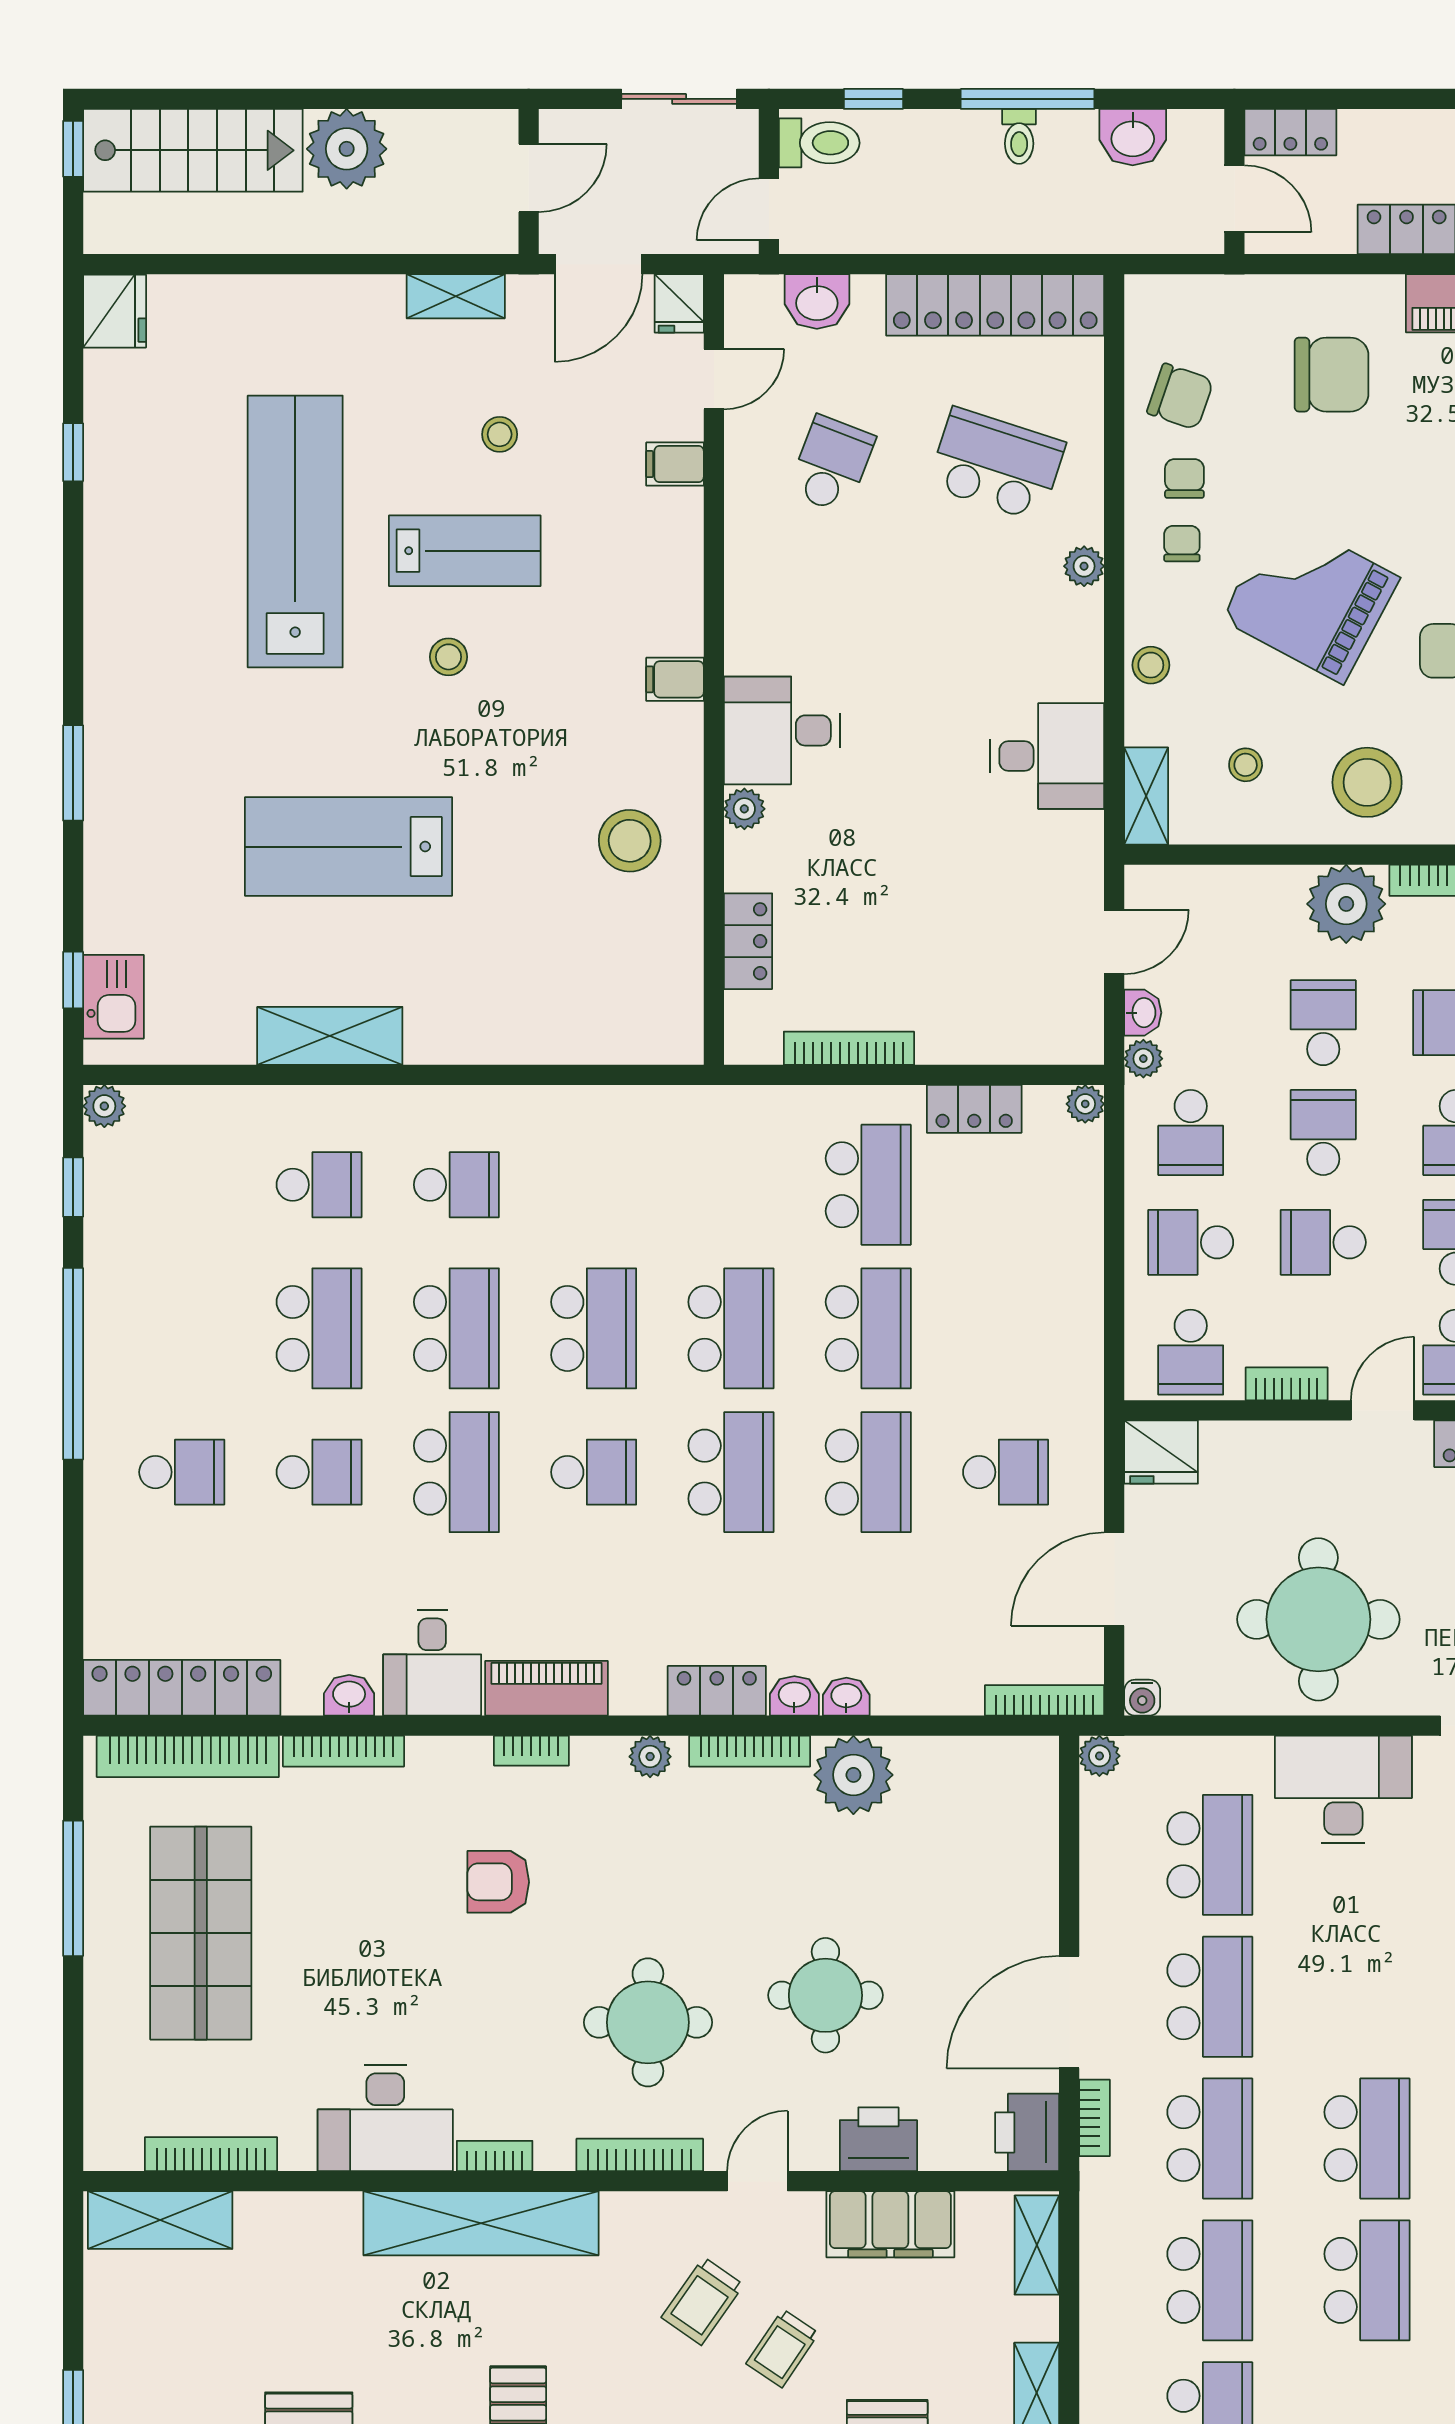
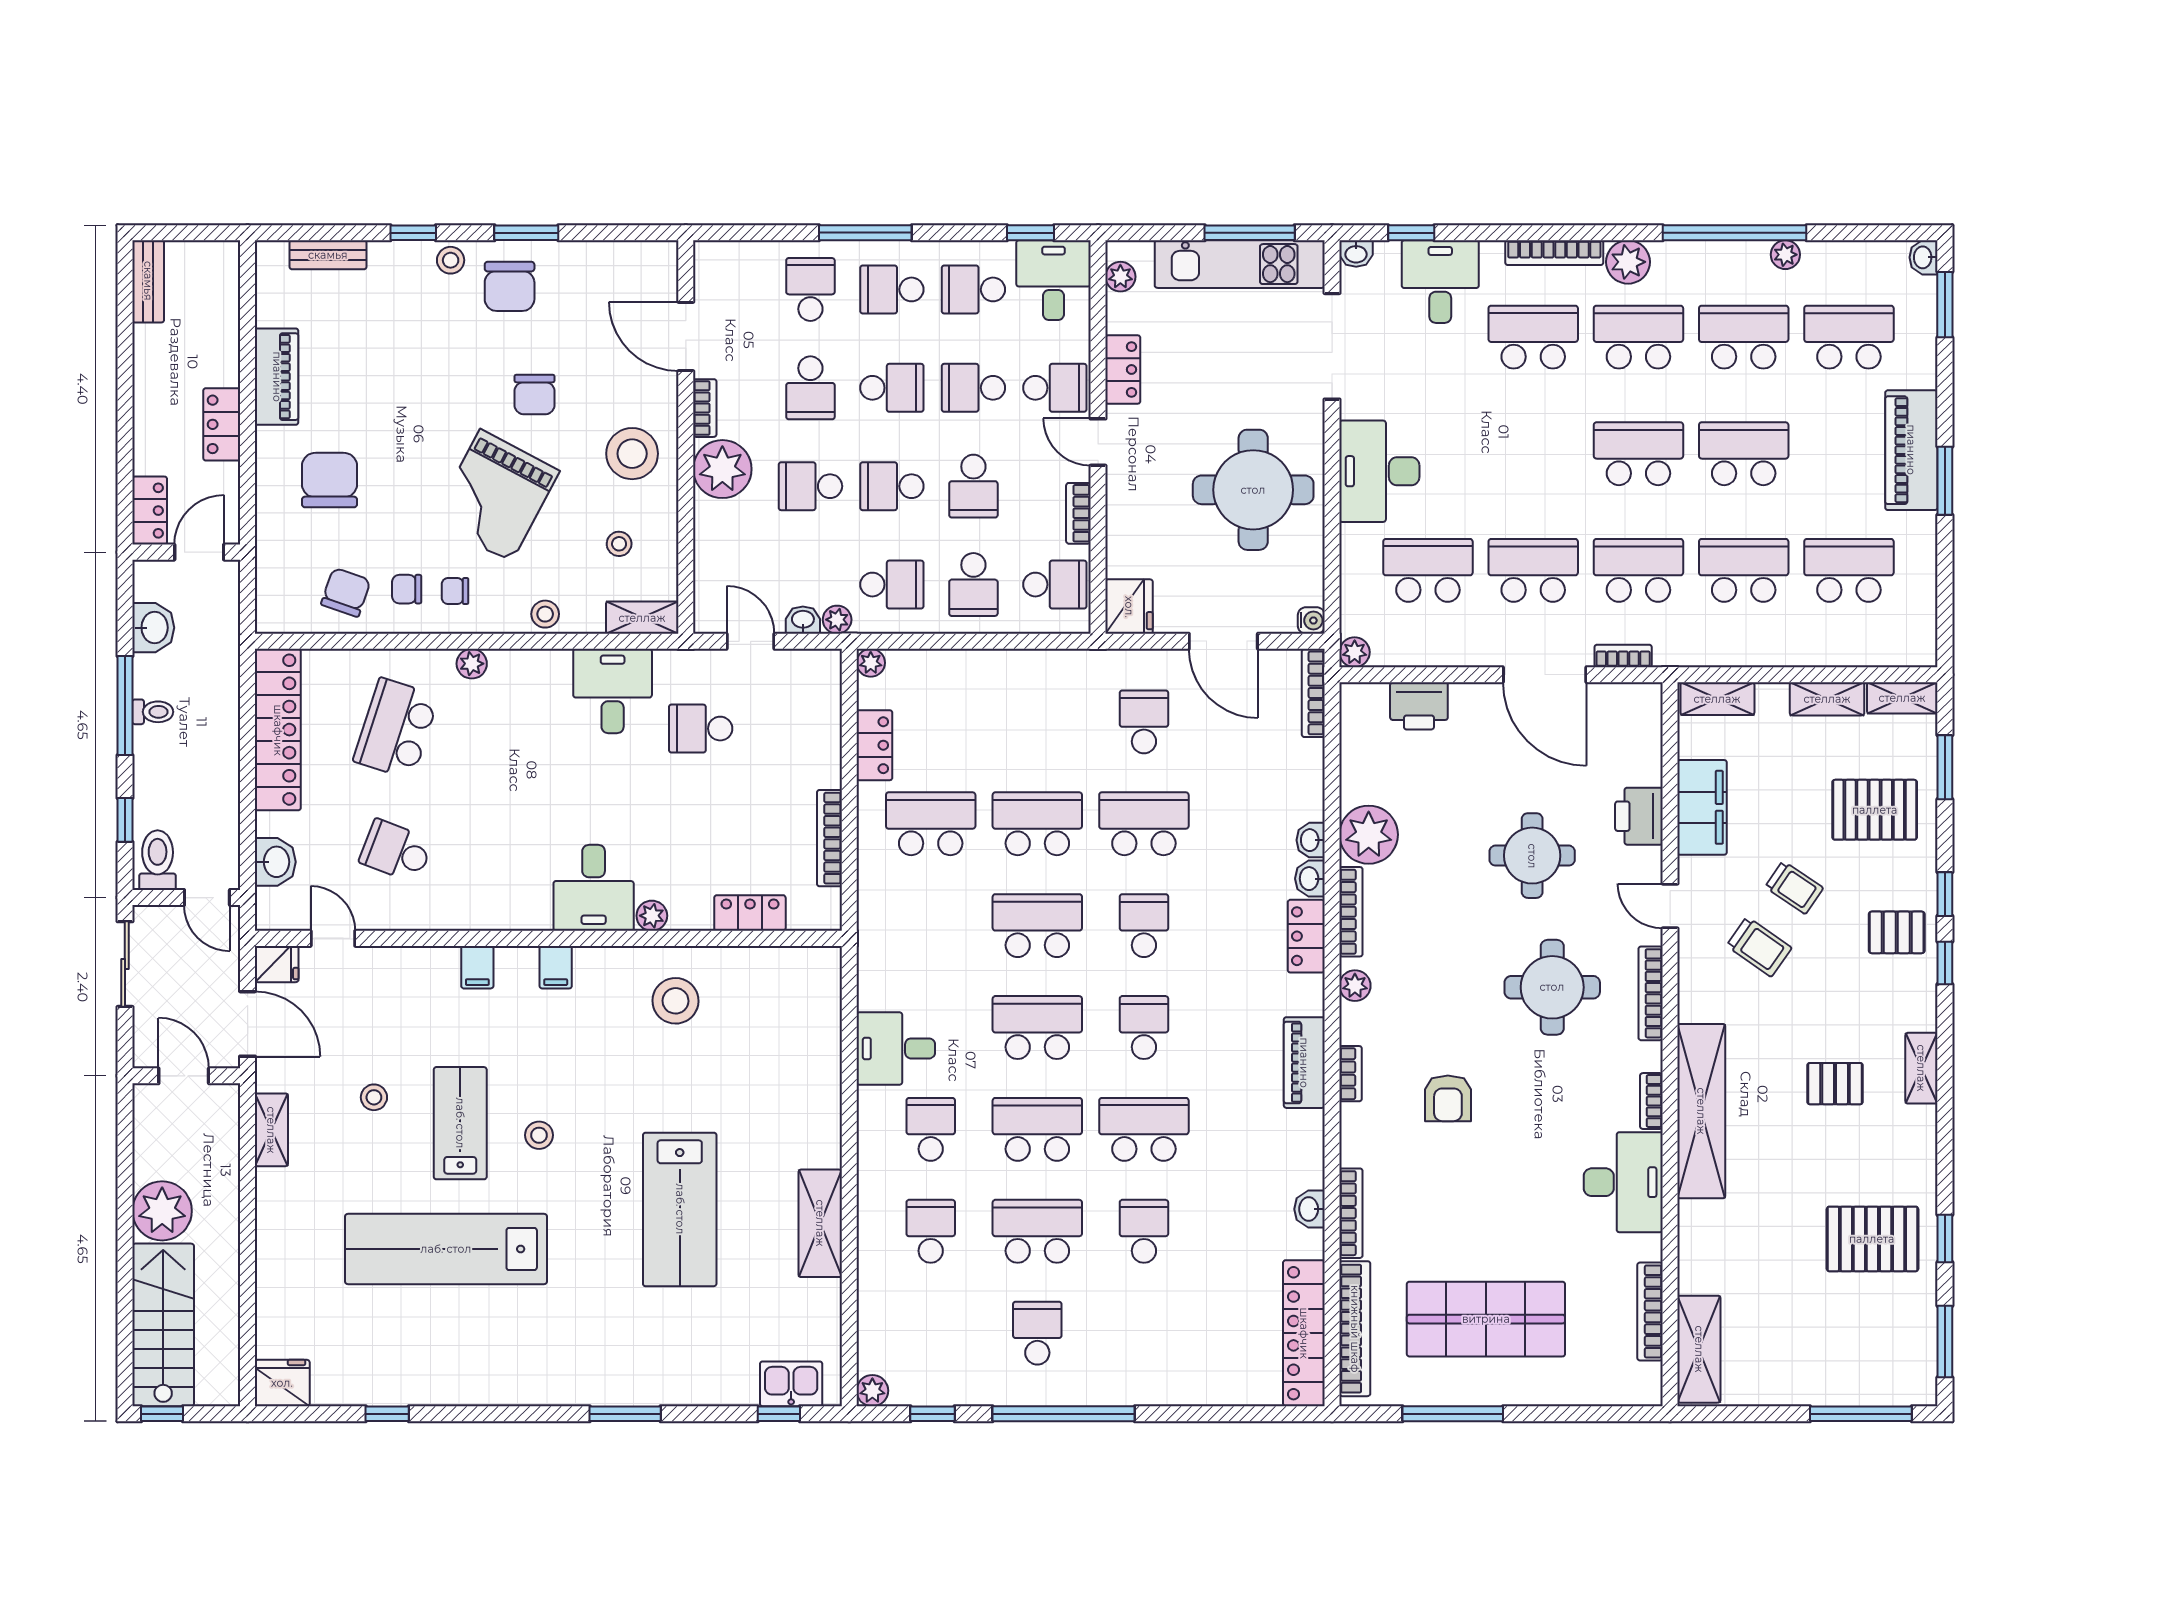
filing cabinet: (675, 464) -> (477, 967), moved
school desk: (997, 875) -> (701, 729), added
school desk: (182, 1472) -> (1037, 1333), moved
school desk: (731, 1472) -> (1144, 926), width x0.54
desk: (432, 1663) -> (896, 1048), moved, turned 180
printer: (1027, 2132) -> (1419, 706), moved

